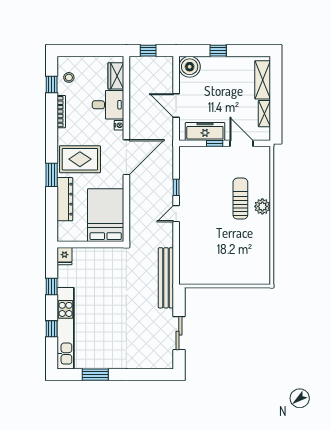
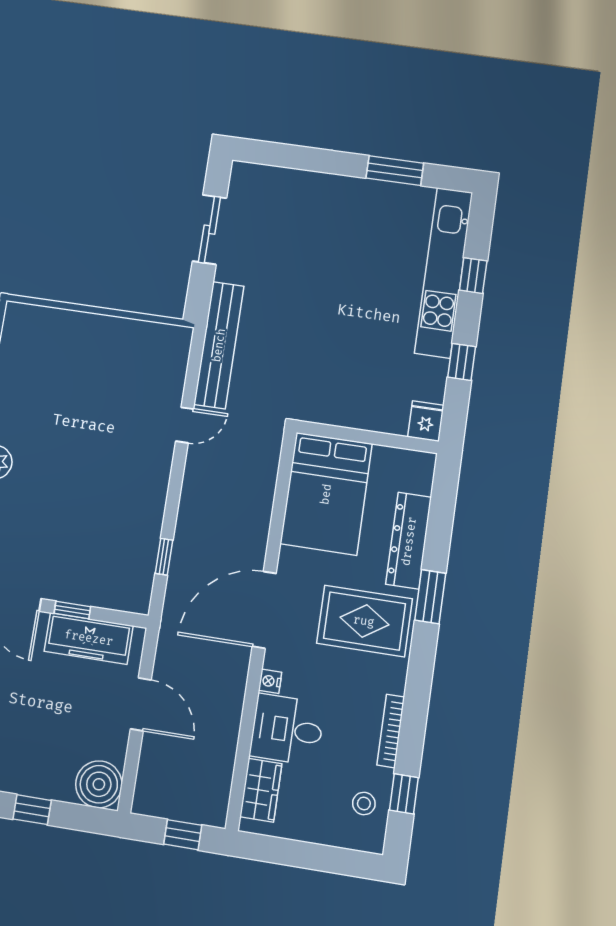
window: (176, 187) -> (164, 557), moved
sun lounger: (240, 199) -> (38, 485), removed
door: (176, 214) -> (185, 425), moved

